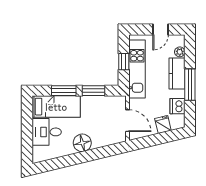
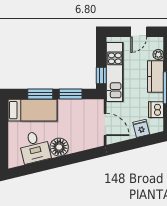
window: (124, 62) -> (101, 76), moved
desk: (47, 132) -> (35, 147), moved, turned -104

